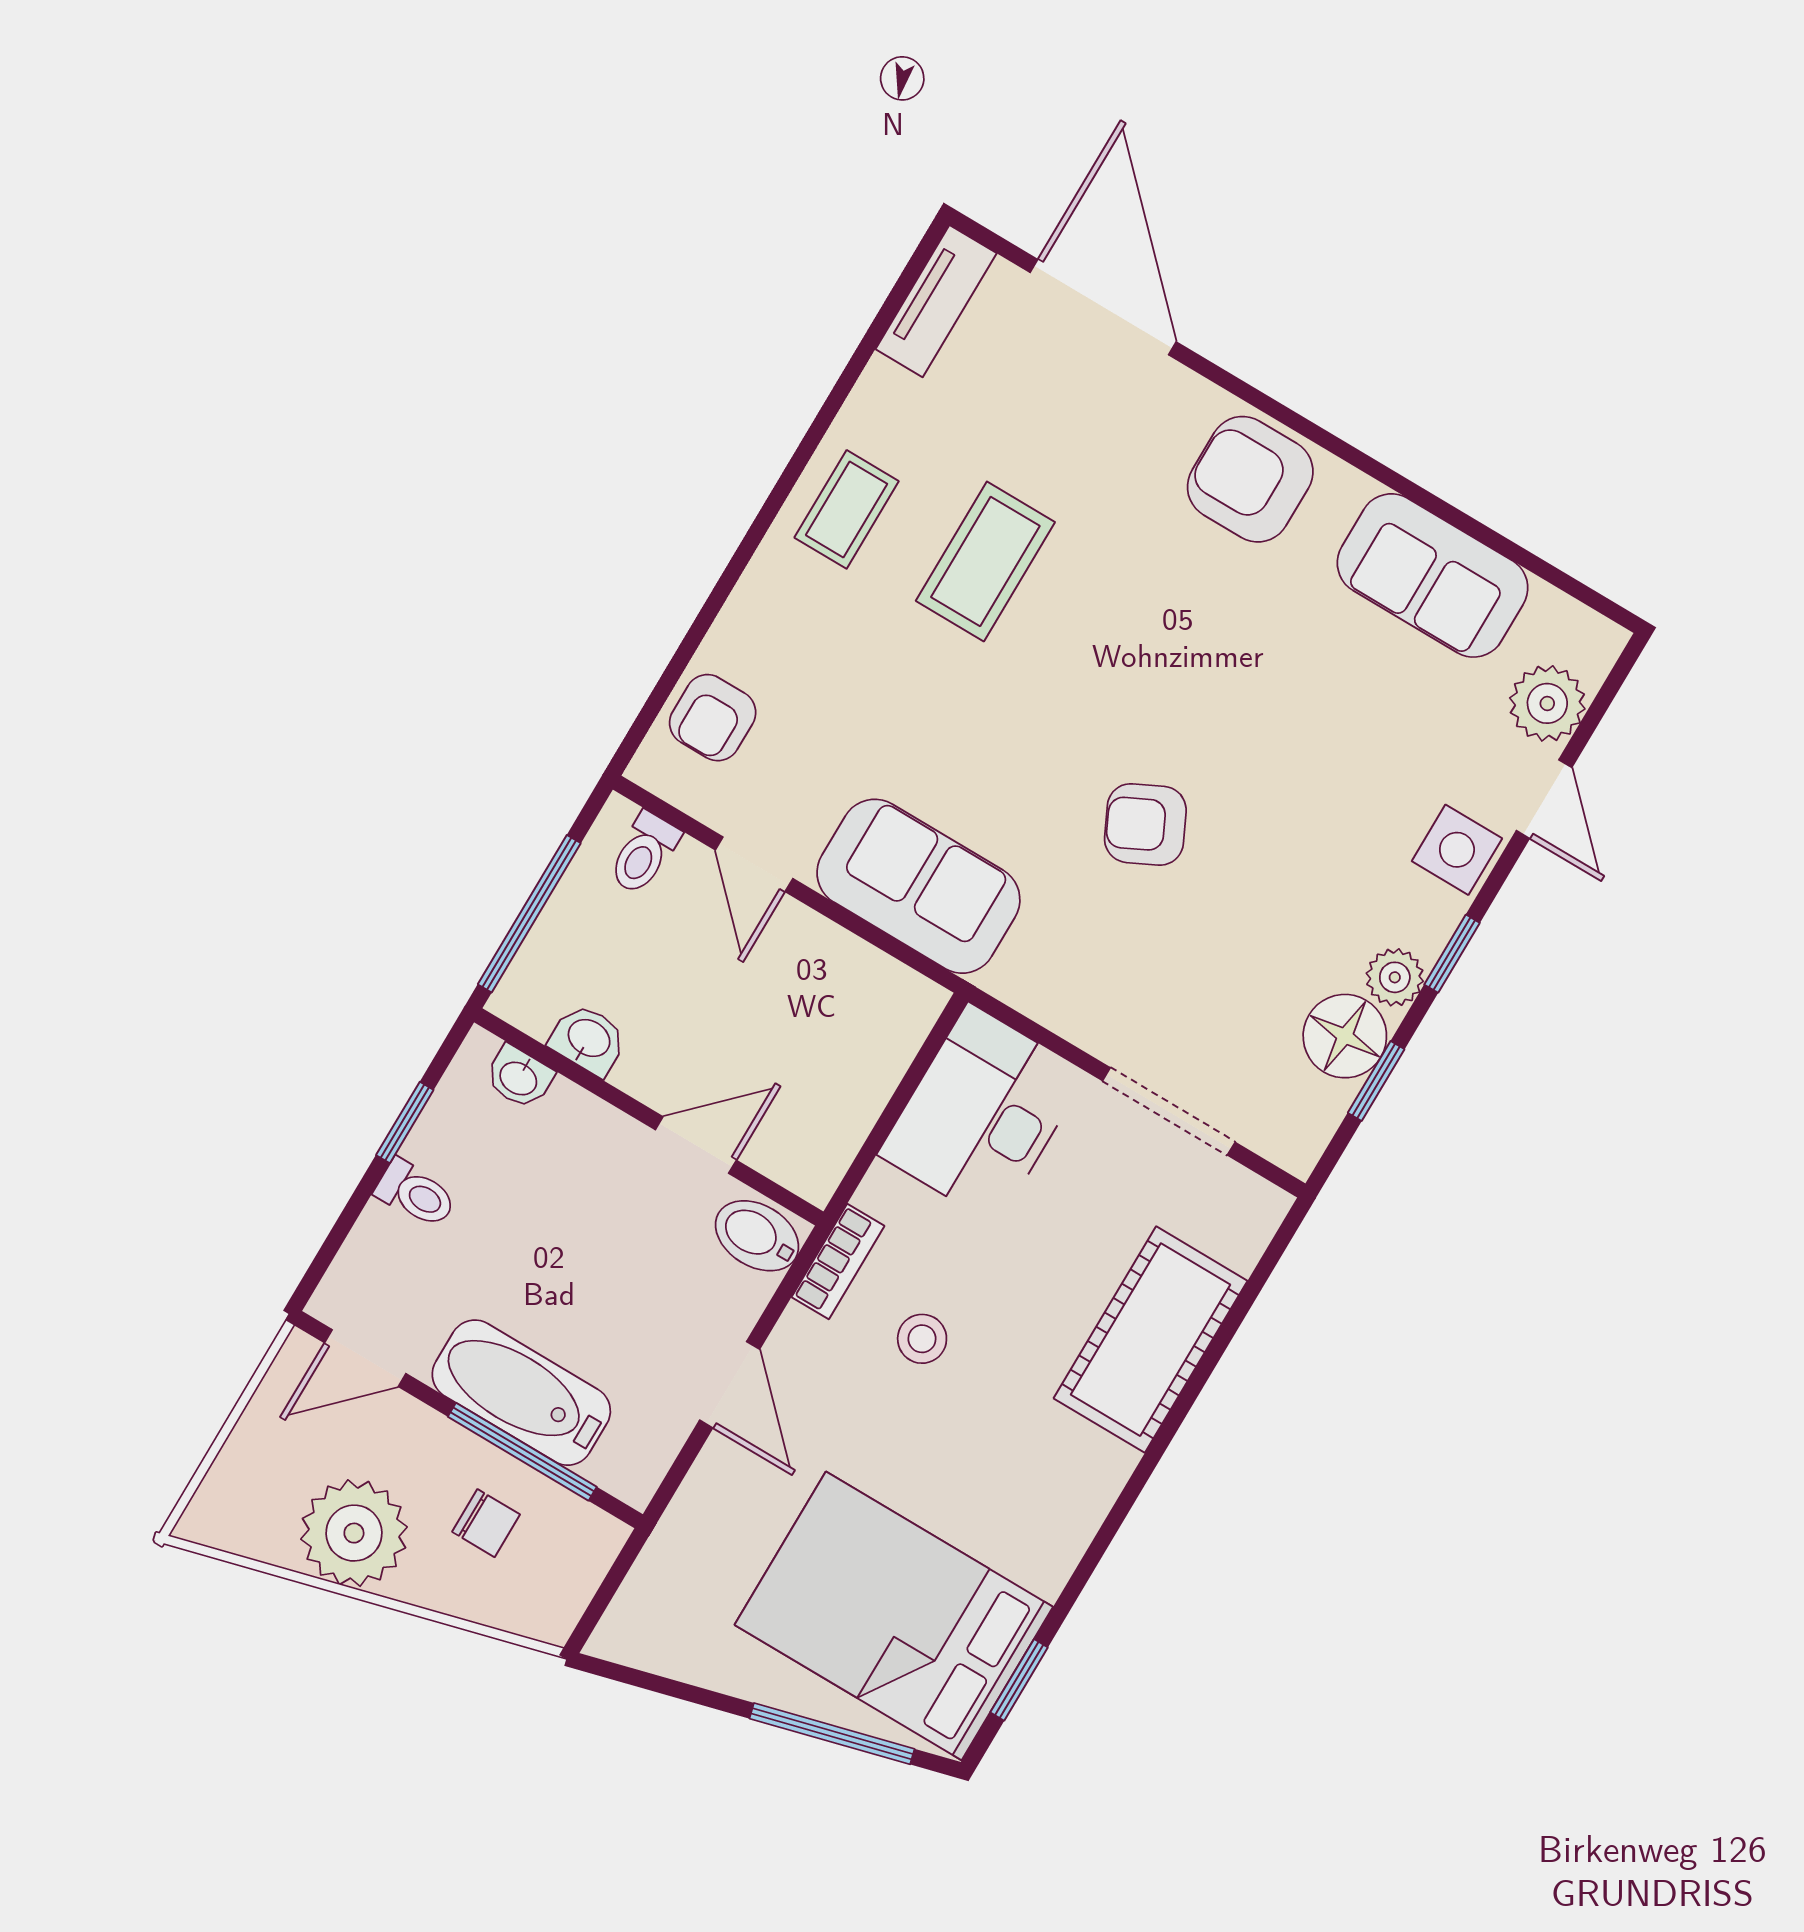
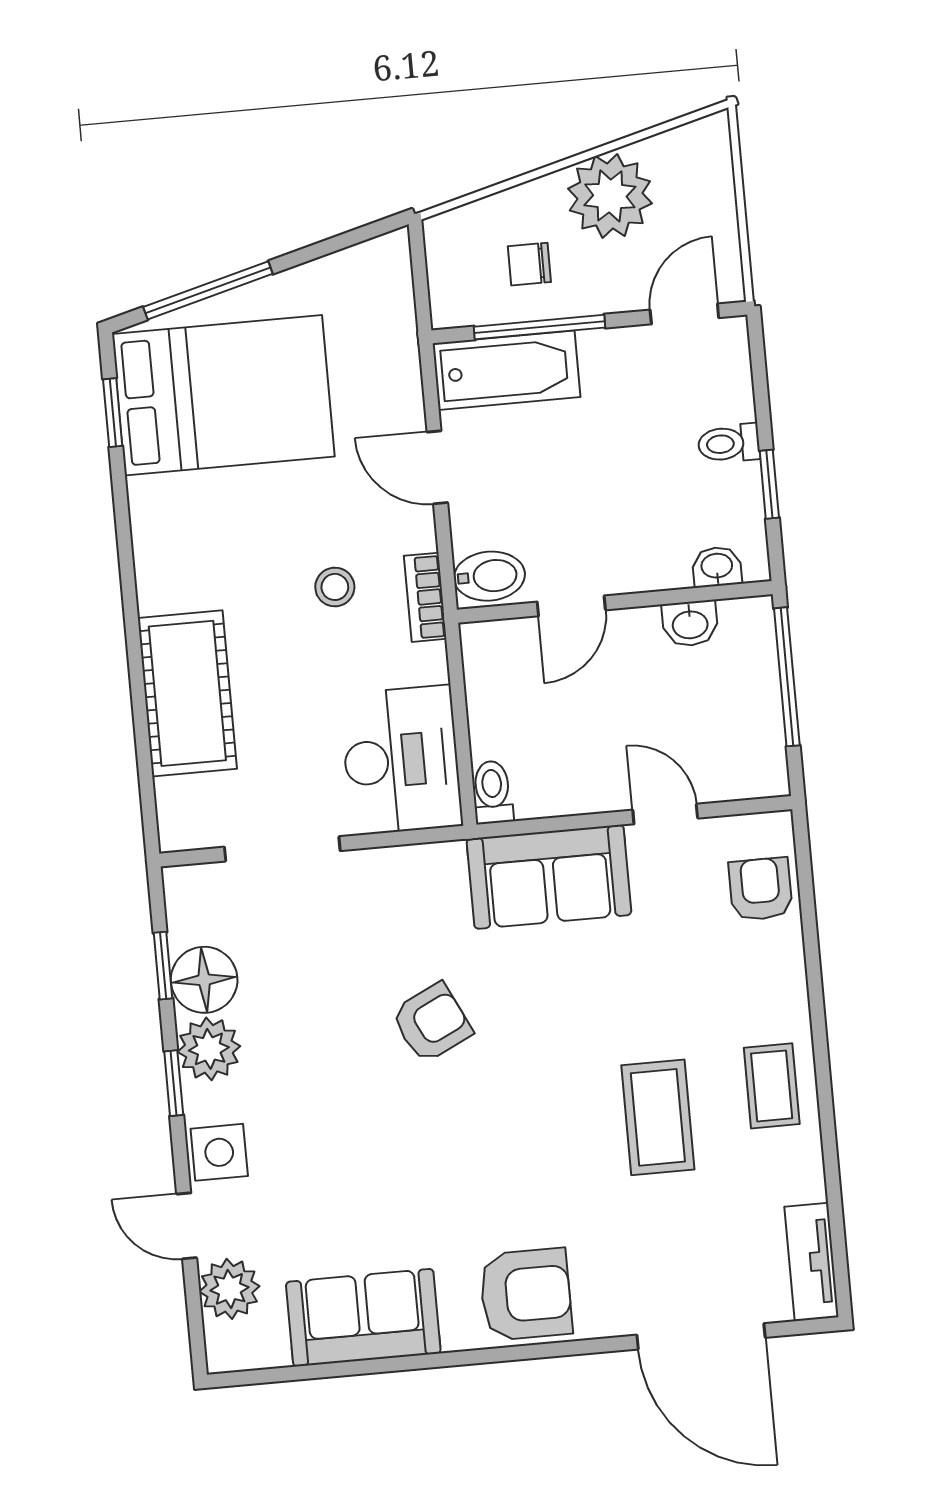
toilet: (644, 853) -> (492, 792), moved
plant: (1395, 977) -> (209, 1049), width x1.38, depth x1.38
bathtub: (521, 1393) -> (506, 370), moved

